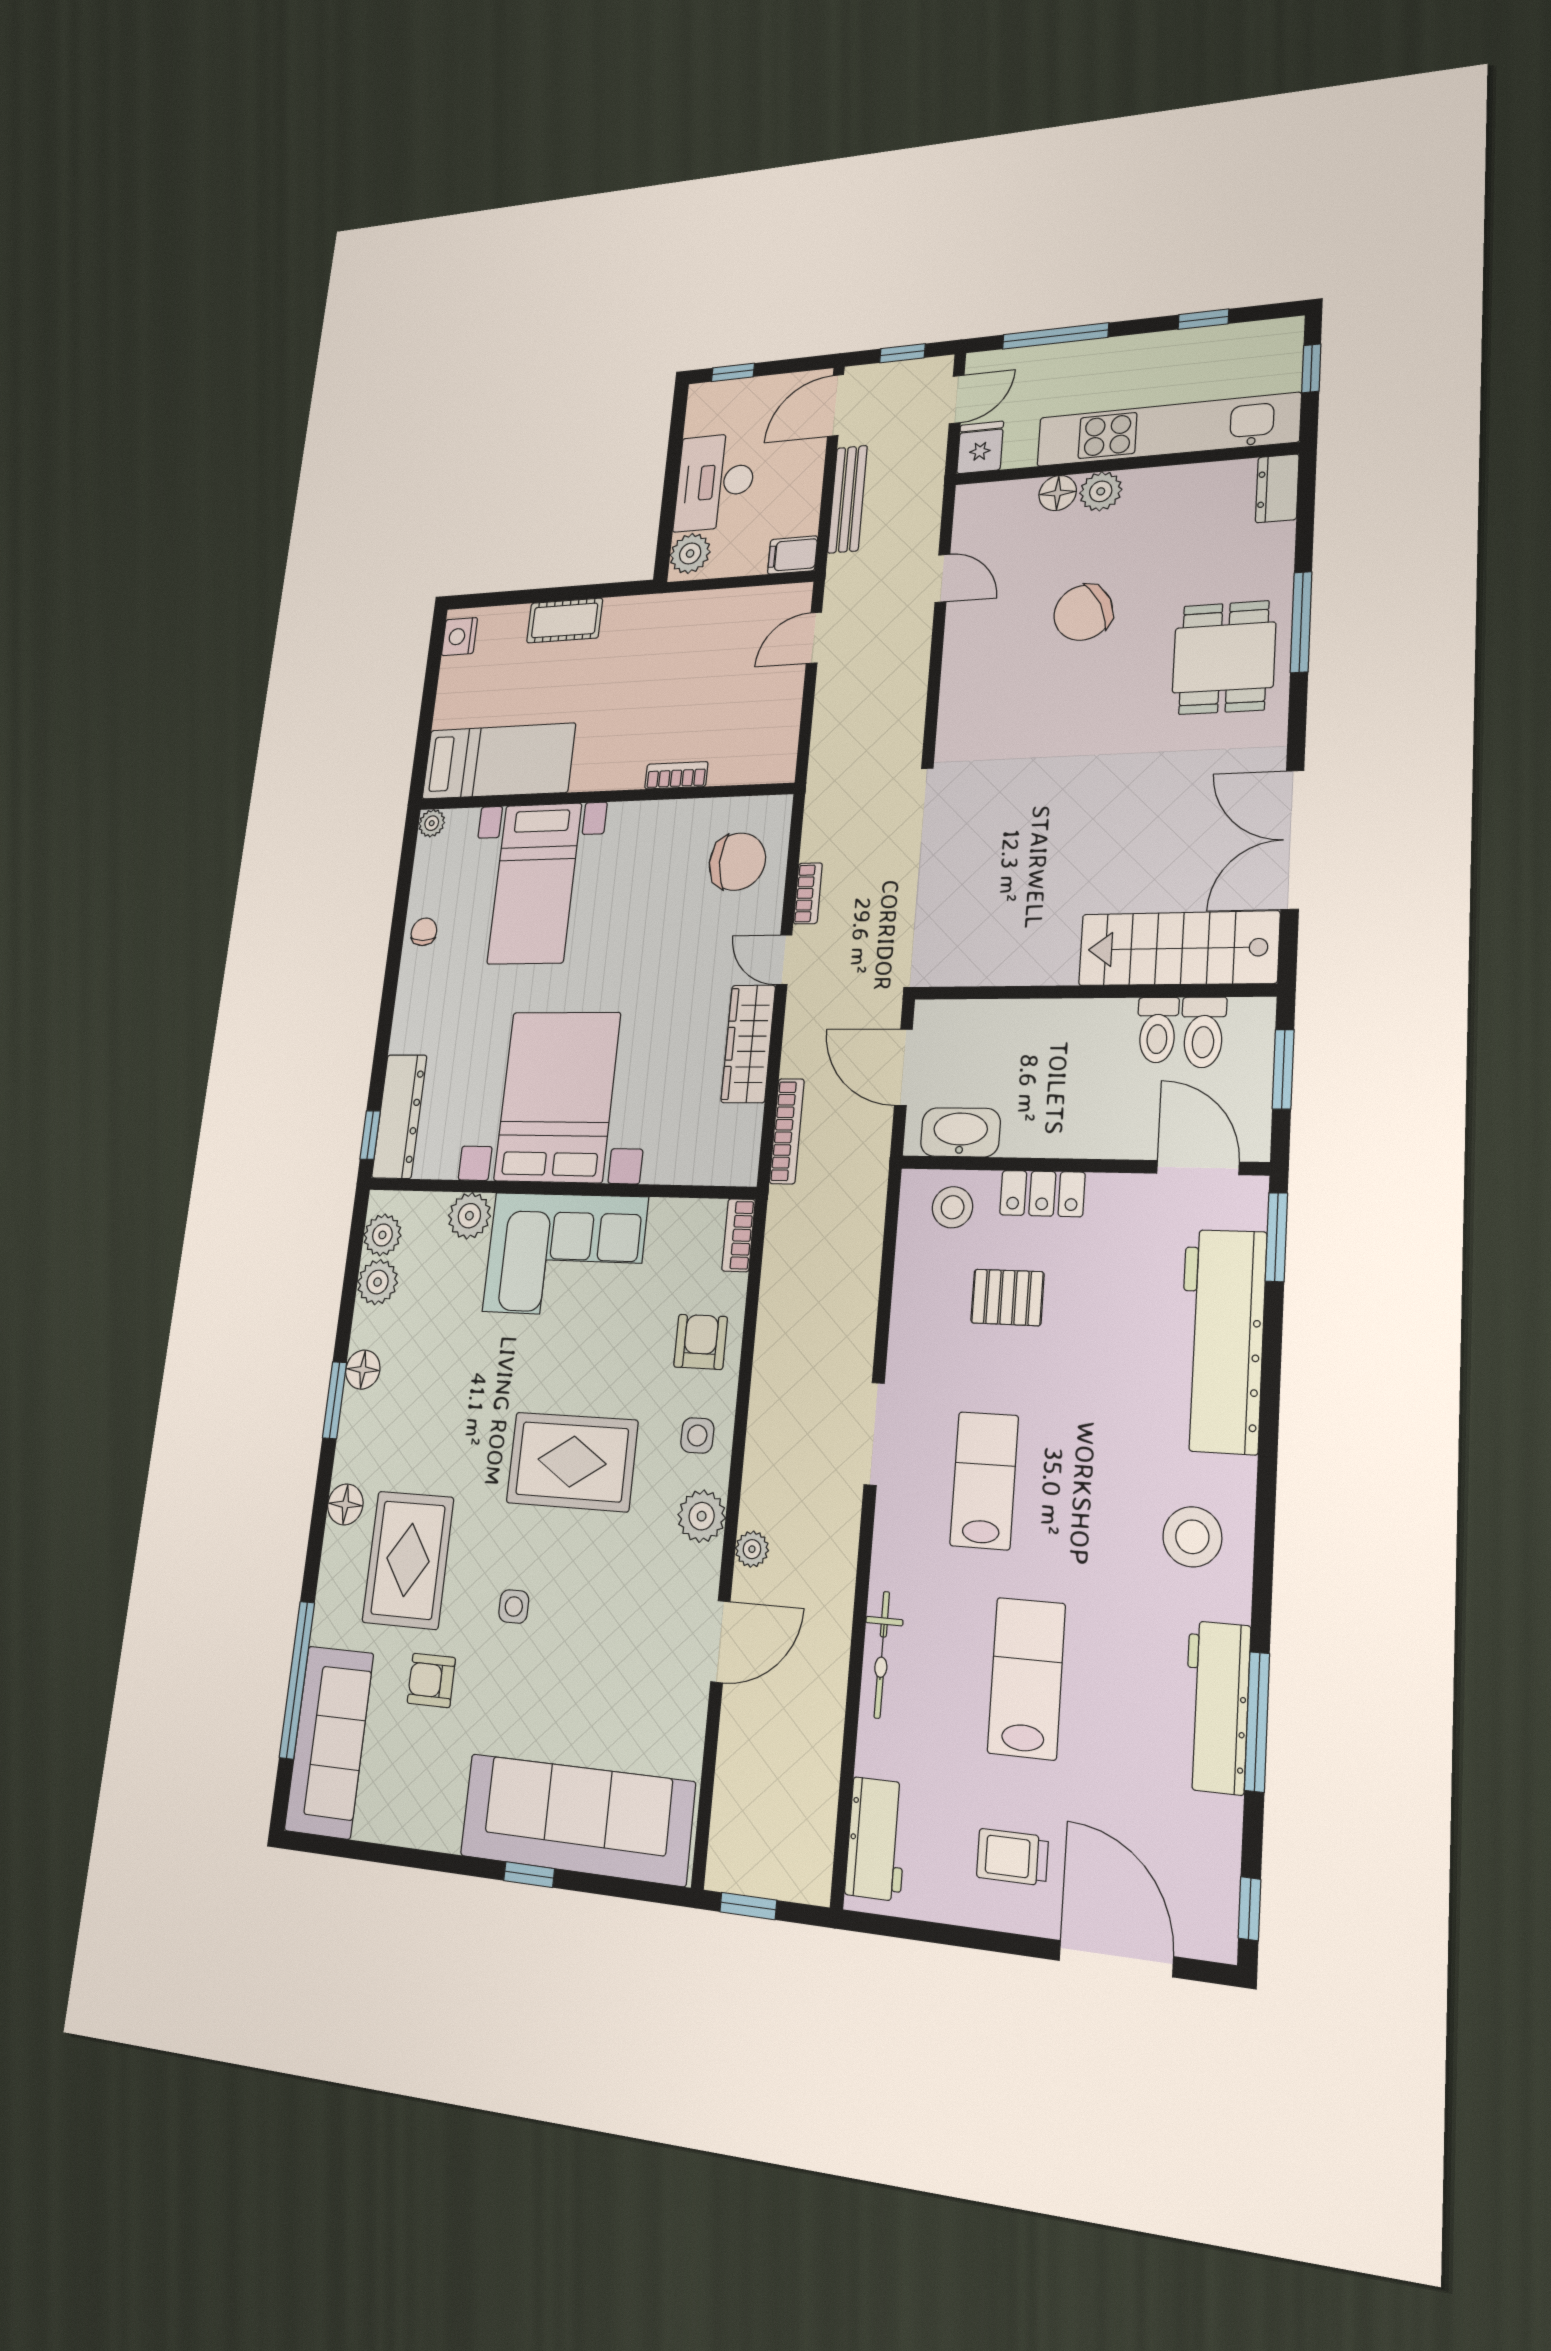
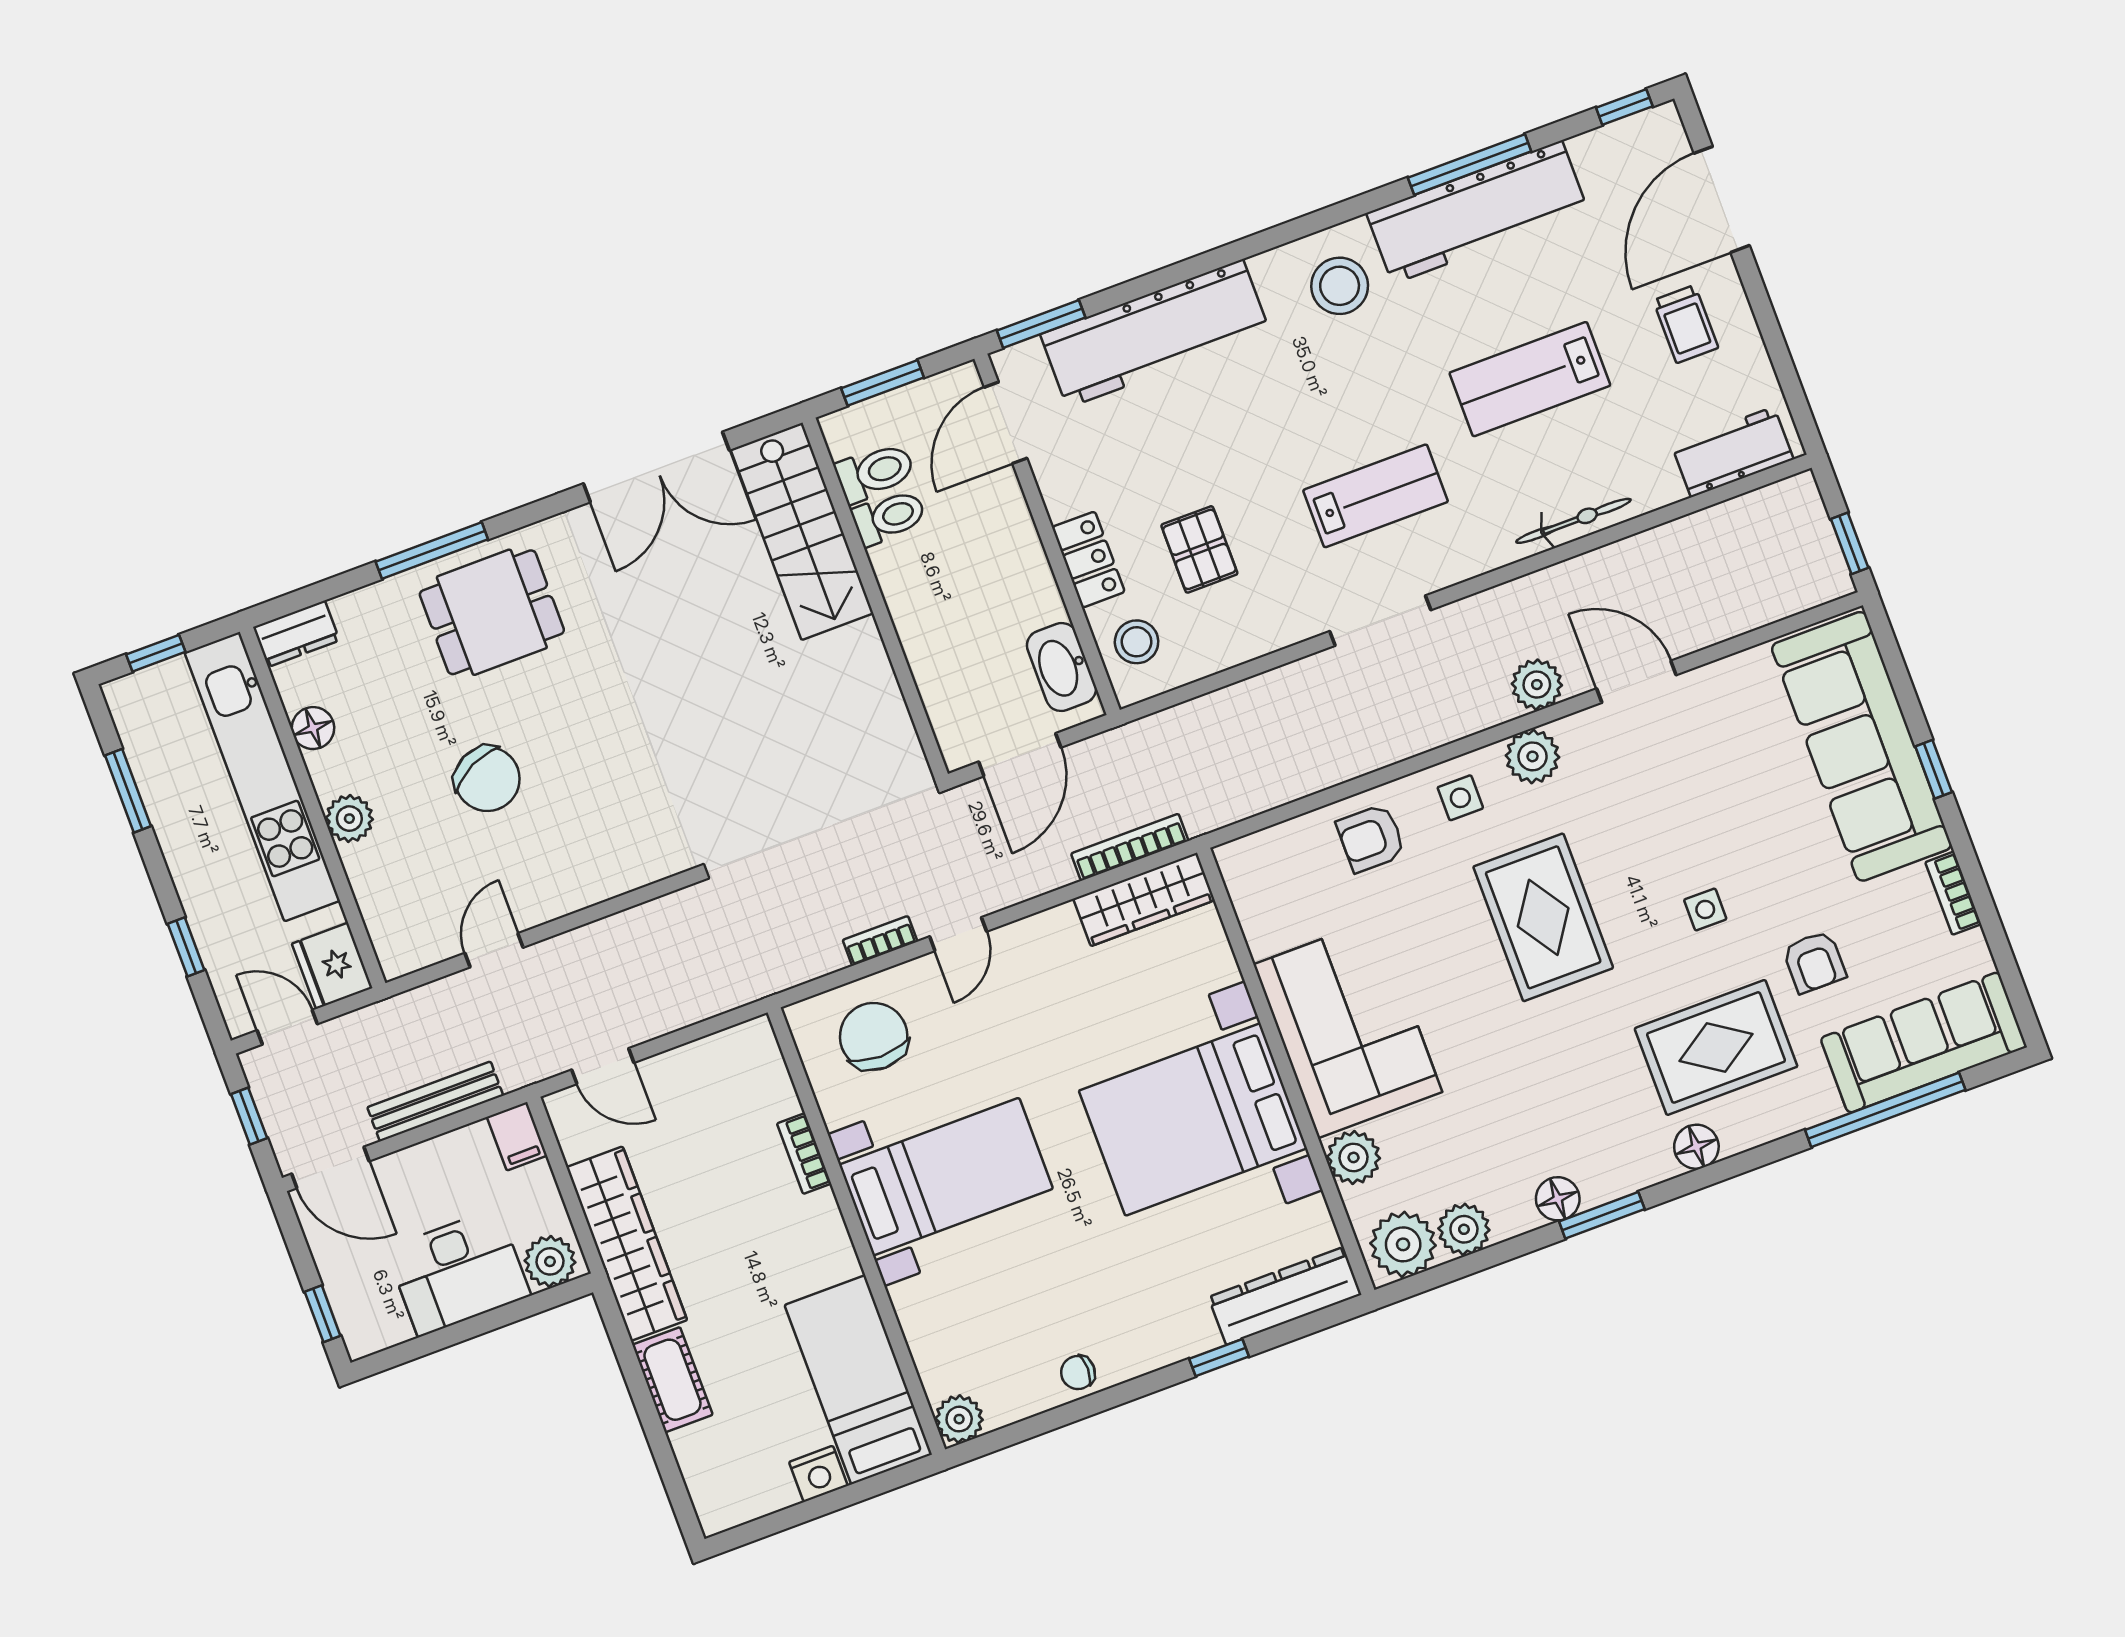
window: (1203, 319) -> (128, 791), width x1.50
window: (1055, 336) -> (186, 947), width x0.46
fridge: (980, 447) -> (332, 966), width x1.38
floor lamp: (1058, 493) -> (313, 728), moved
wardrobe: (675, 616) -> (627, 1244), added
nightstand: (459, 637) -> (818, 1474), moved
plant: (432, 823) -> (959, 1419), width x1.38, depth x1.38
bed with nightstands: (534, 883) -> (946, 1177), moved
wardrobe: (748, 1044) -> (1144, 900), moved
window: (370, 1135) -> (1219, 1358), moved
plant: (382, 1235) -> (1403, 1244), width x1.36, depth x1.36
bookcase: (739, 1235) -> (1953, 893), moved, turned 90
lab bench: (984, 1480) -> (1376, 496), turned 180
plant: (752, 1549) -> (1537, 685), width x1.38, depth x1.38
workbench: (1217, 1707) -> (1477, 212), width x1.36, depth x1.32

